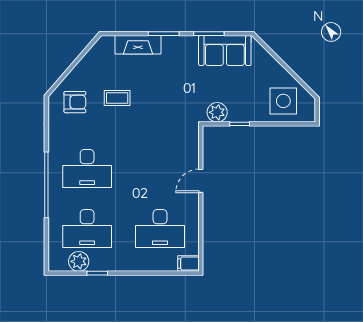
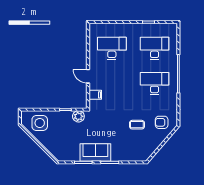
fireplace: (138, 45) -> (125, 156), removed
sofa: (225, 51) -> (95, 152), moved
door: (201, 181) -> (88, 76), swing flipped
plant: (79, 261) -> (159, 29), removed
filing cabinet: (188, 263) -> (95, 95), moved

